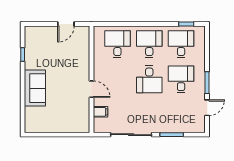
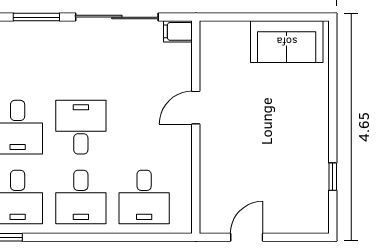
sofa: (35, 88) -> (287, 42), moved, turned -90
door: (91, 89) -> (196, 108), hinge flipped
filing cabinet: (100, 112) -> (178, 31), moved

